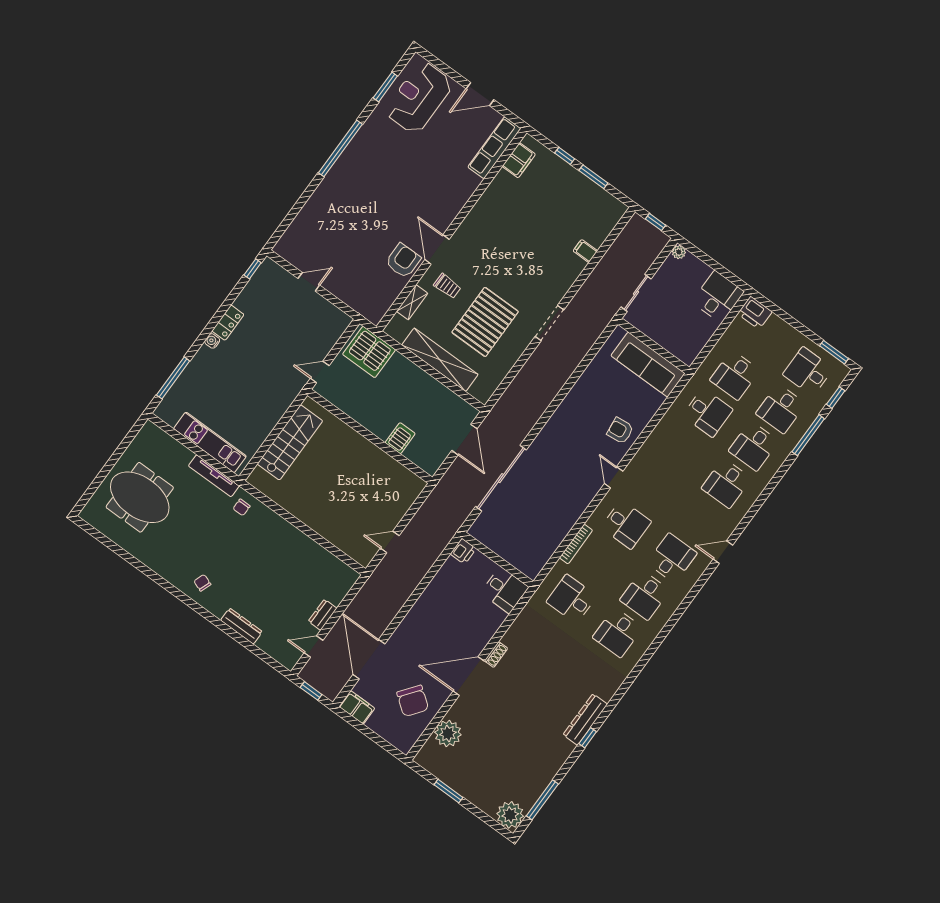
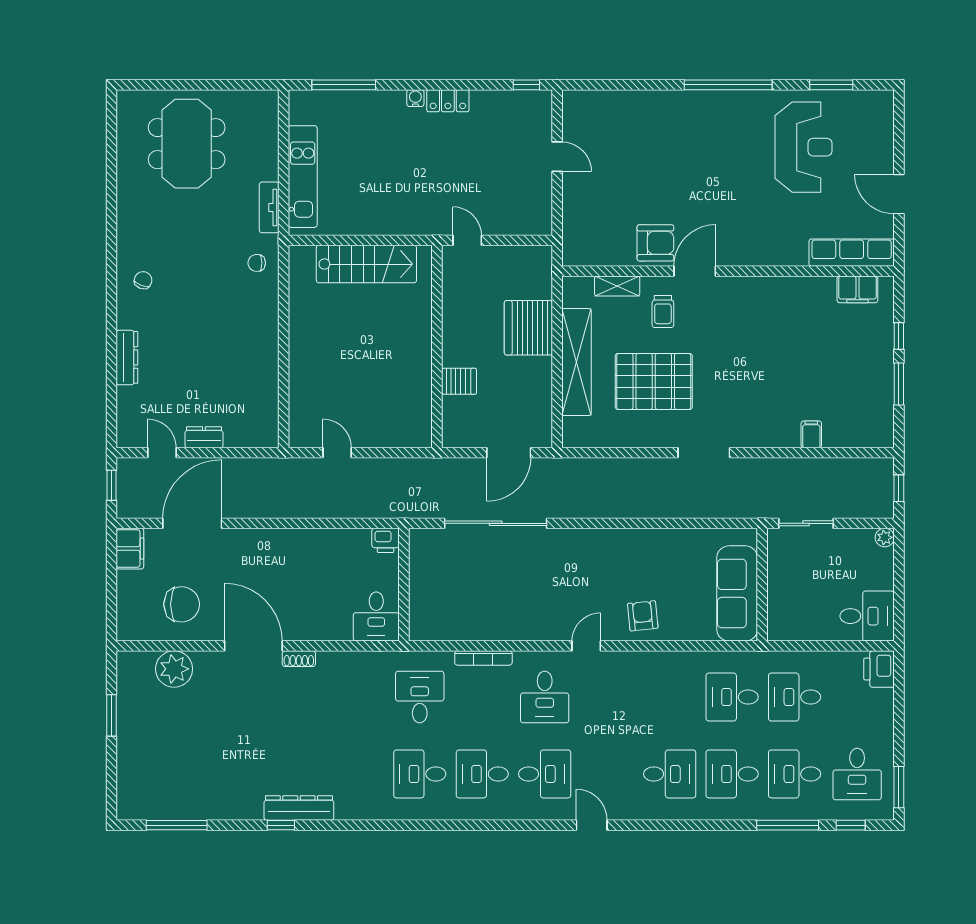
reception desk: (419, 98) -> (803, 147), moved, turned 90
server rack: (369, 352) -> (528, 328), moved
desk: (808, 371) -> (857, 774), turned 180
desk: (708, 413) -> (732, 697), turned 90
tv unit: (214, 476) -> (269, 207), width x0.71
desk: (726, 483) -> (670, 774), turned 180
chair: (413, 701) -> (182, 604), turned -127
plant: (510, 815) -> (135, 802), removed

